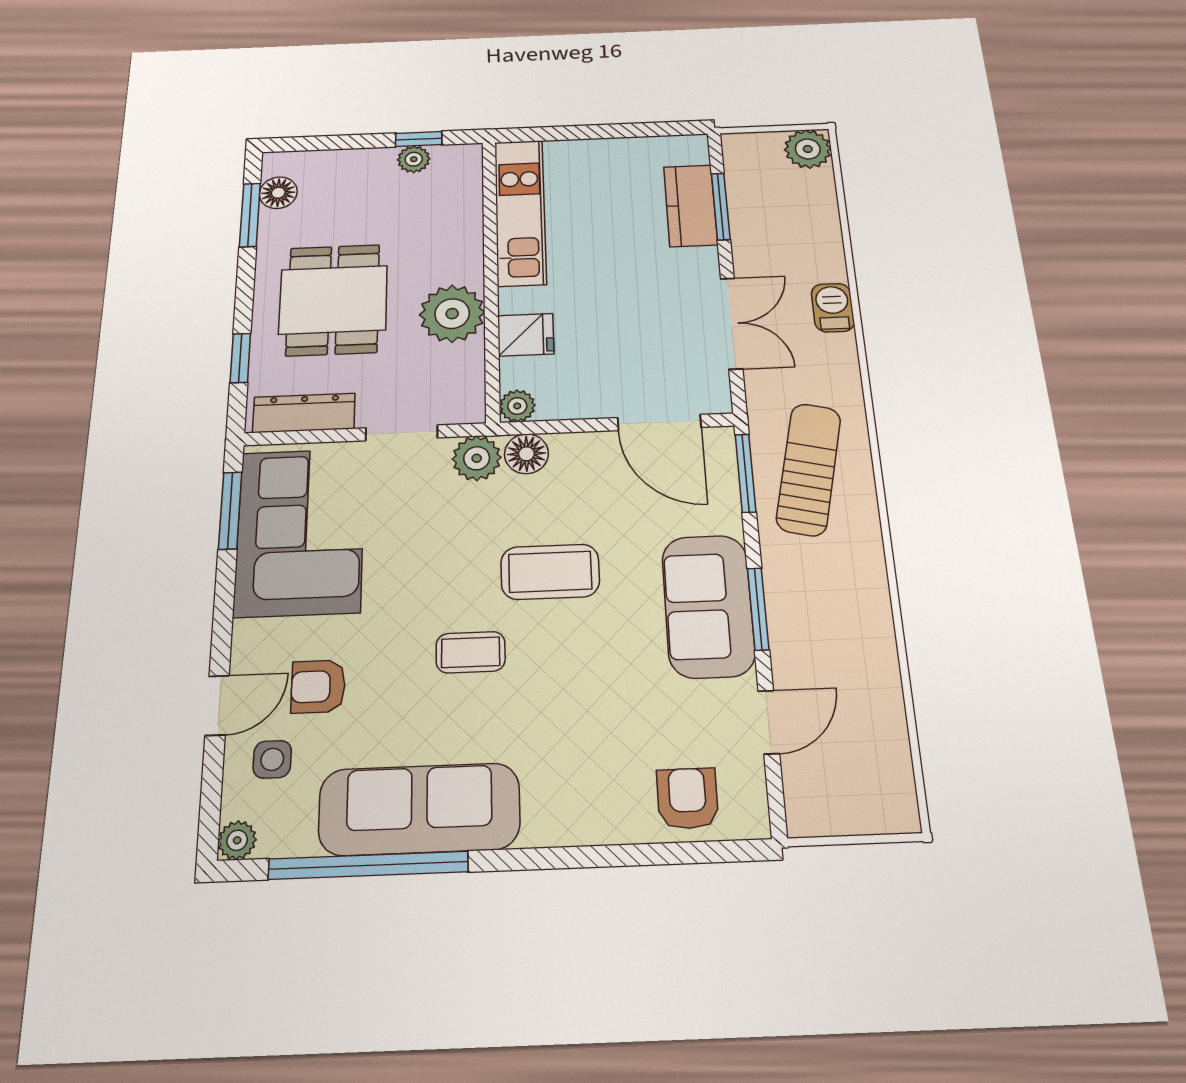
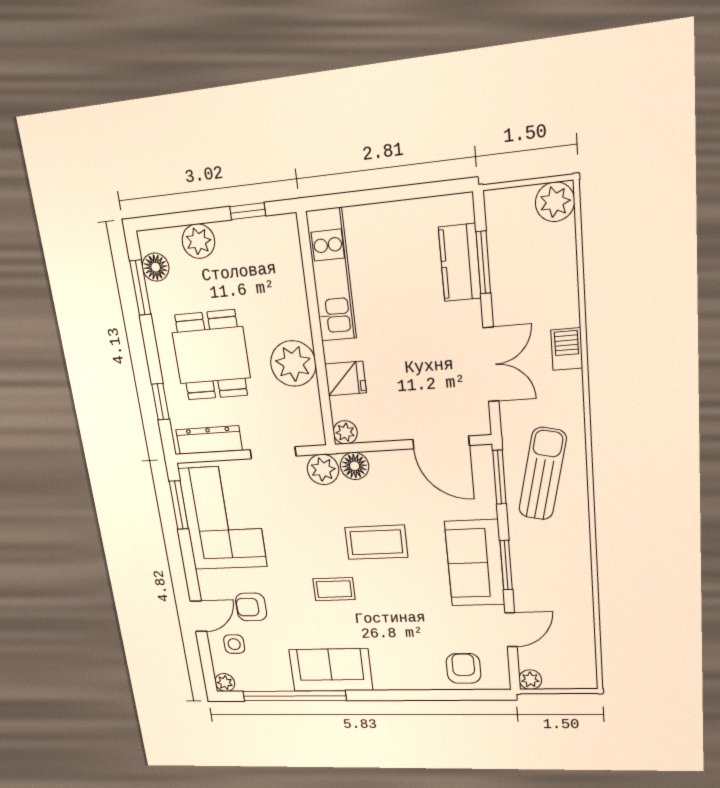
plant: (414, 159) -> (198, 241), moved, width x1.38, depth x1.38
sofa: (419, 809) -> (331, 670), width x0.73
plant: (805, 818) -> (530, 680), added

